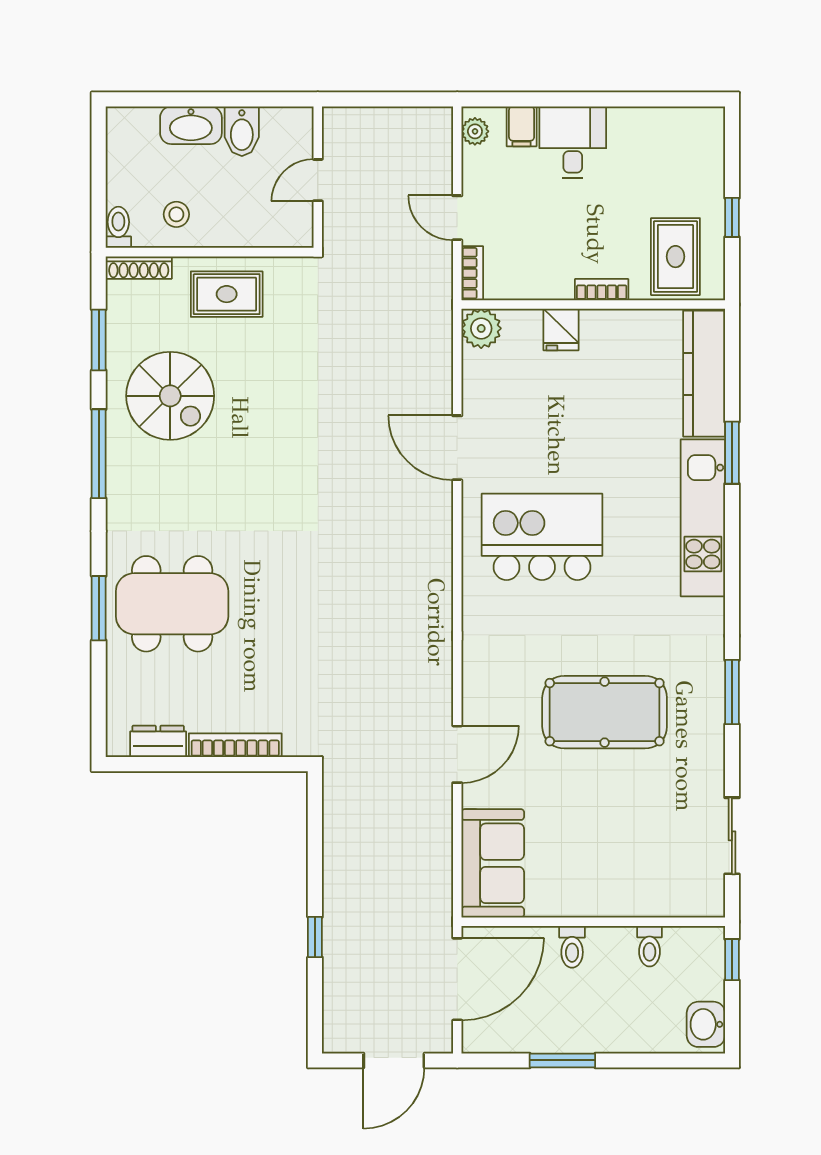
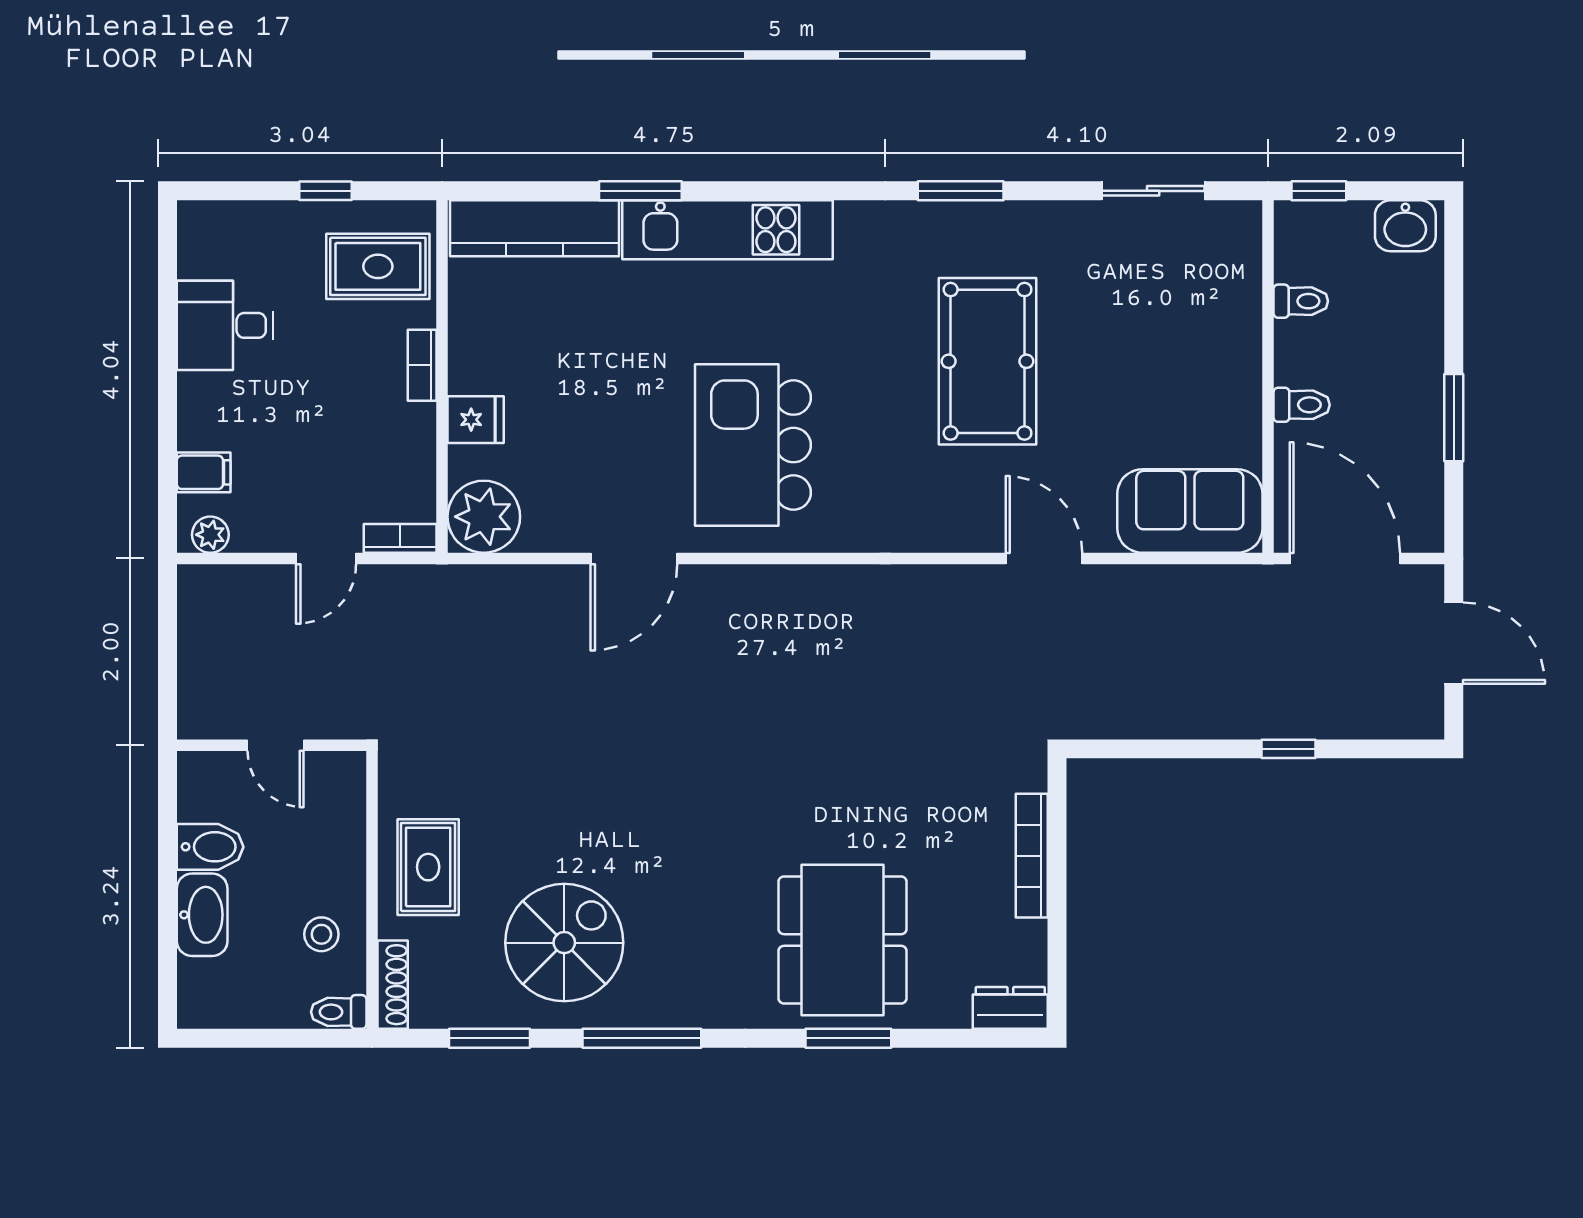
desk: (573, 142) -> (225, 325), moved
plant: (481, 328) -> (484, 517), width x1.36, depth x1.36
dresser: (158, 741) -> (1010, 1008), moved, turned 90

